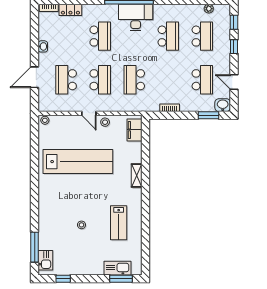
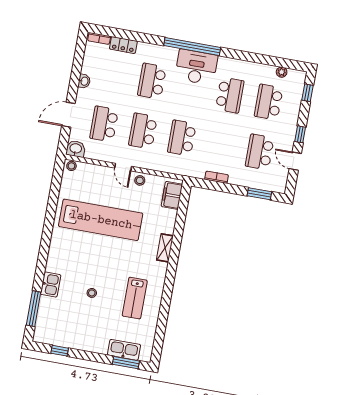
school desk: (100, 36) -> (152, 81), turned 180
school desk: (202, 36) -> (269, 102), turned 180
window: (234, 47) -> (300, 134), moved
school desk: (100, 80) -> (143, 131), turned 180
school desk: (202, 80) -> (260, 152), turned 180
washbasin: (223, 105) -> (76, 149), moved
kitchen sink: (45, 260) -> (51, 285), moved

